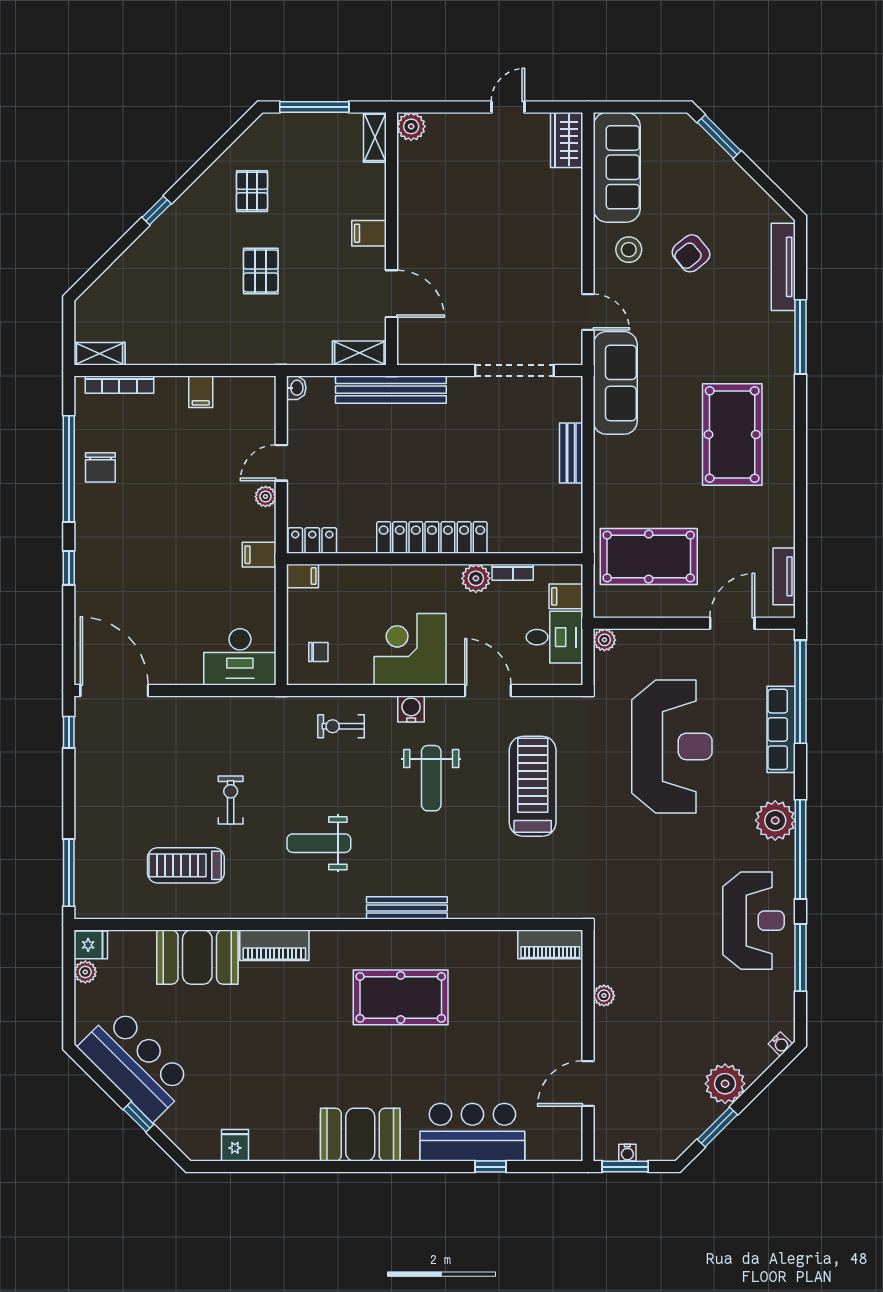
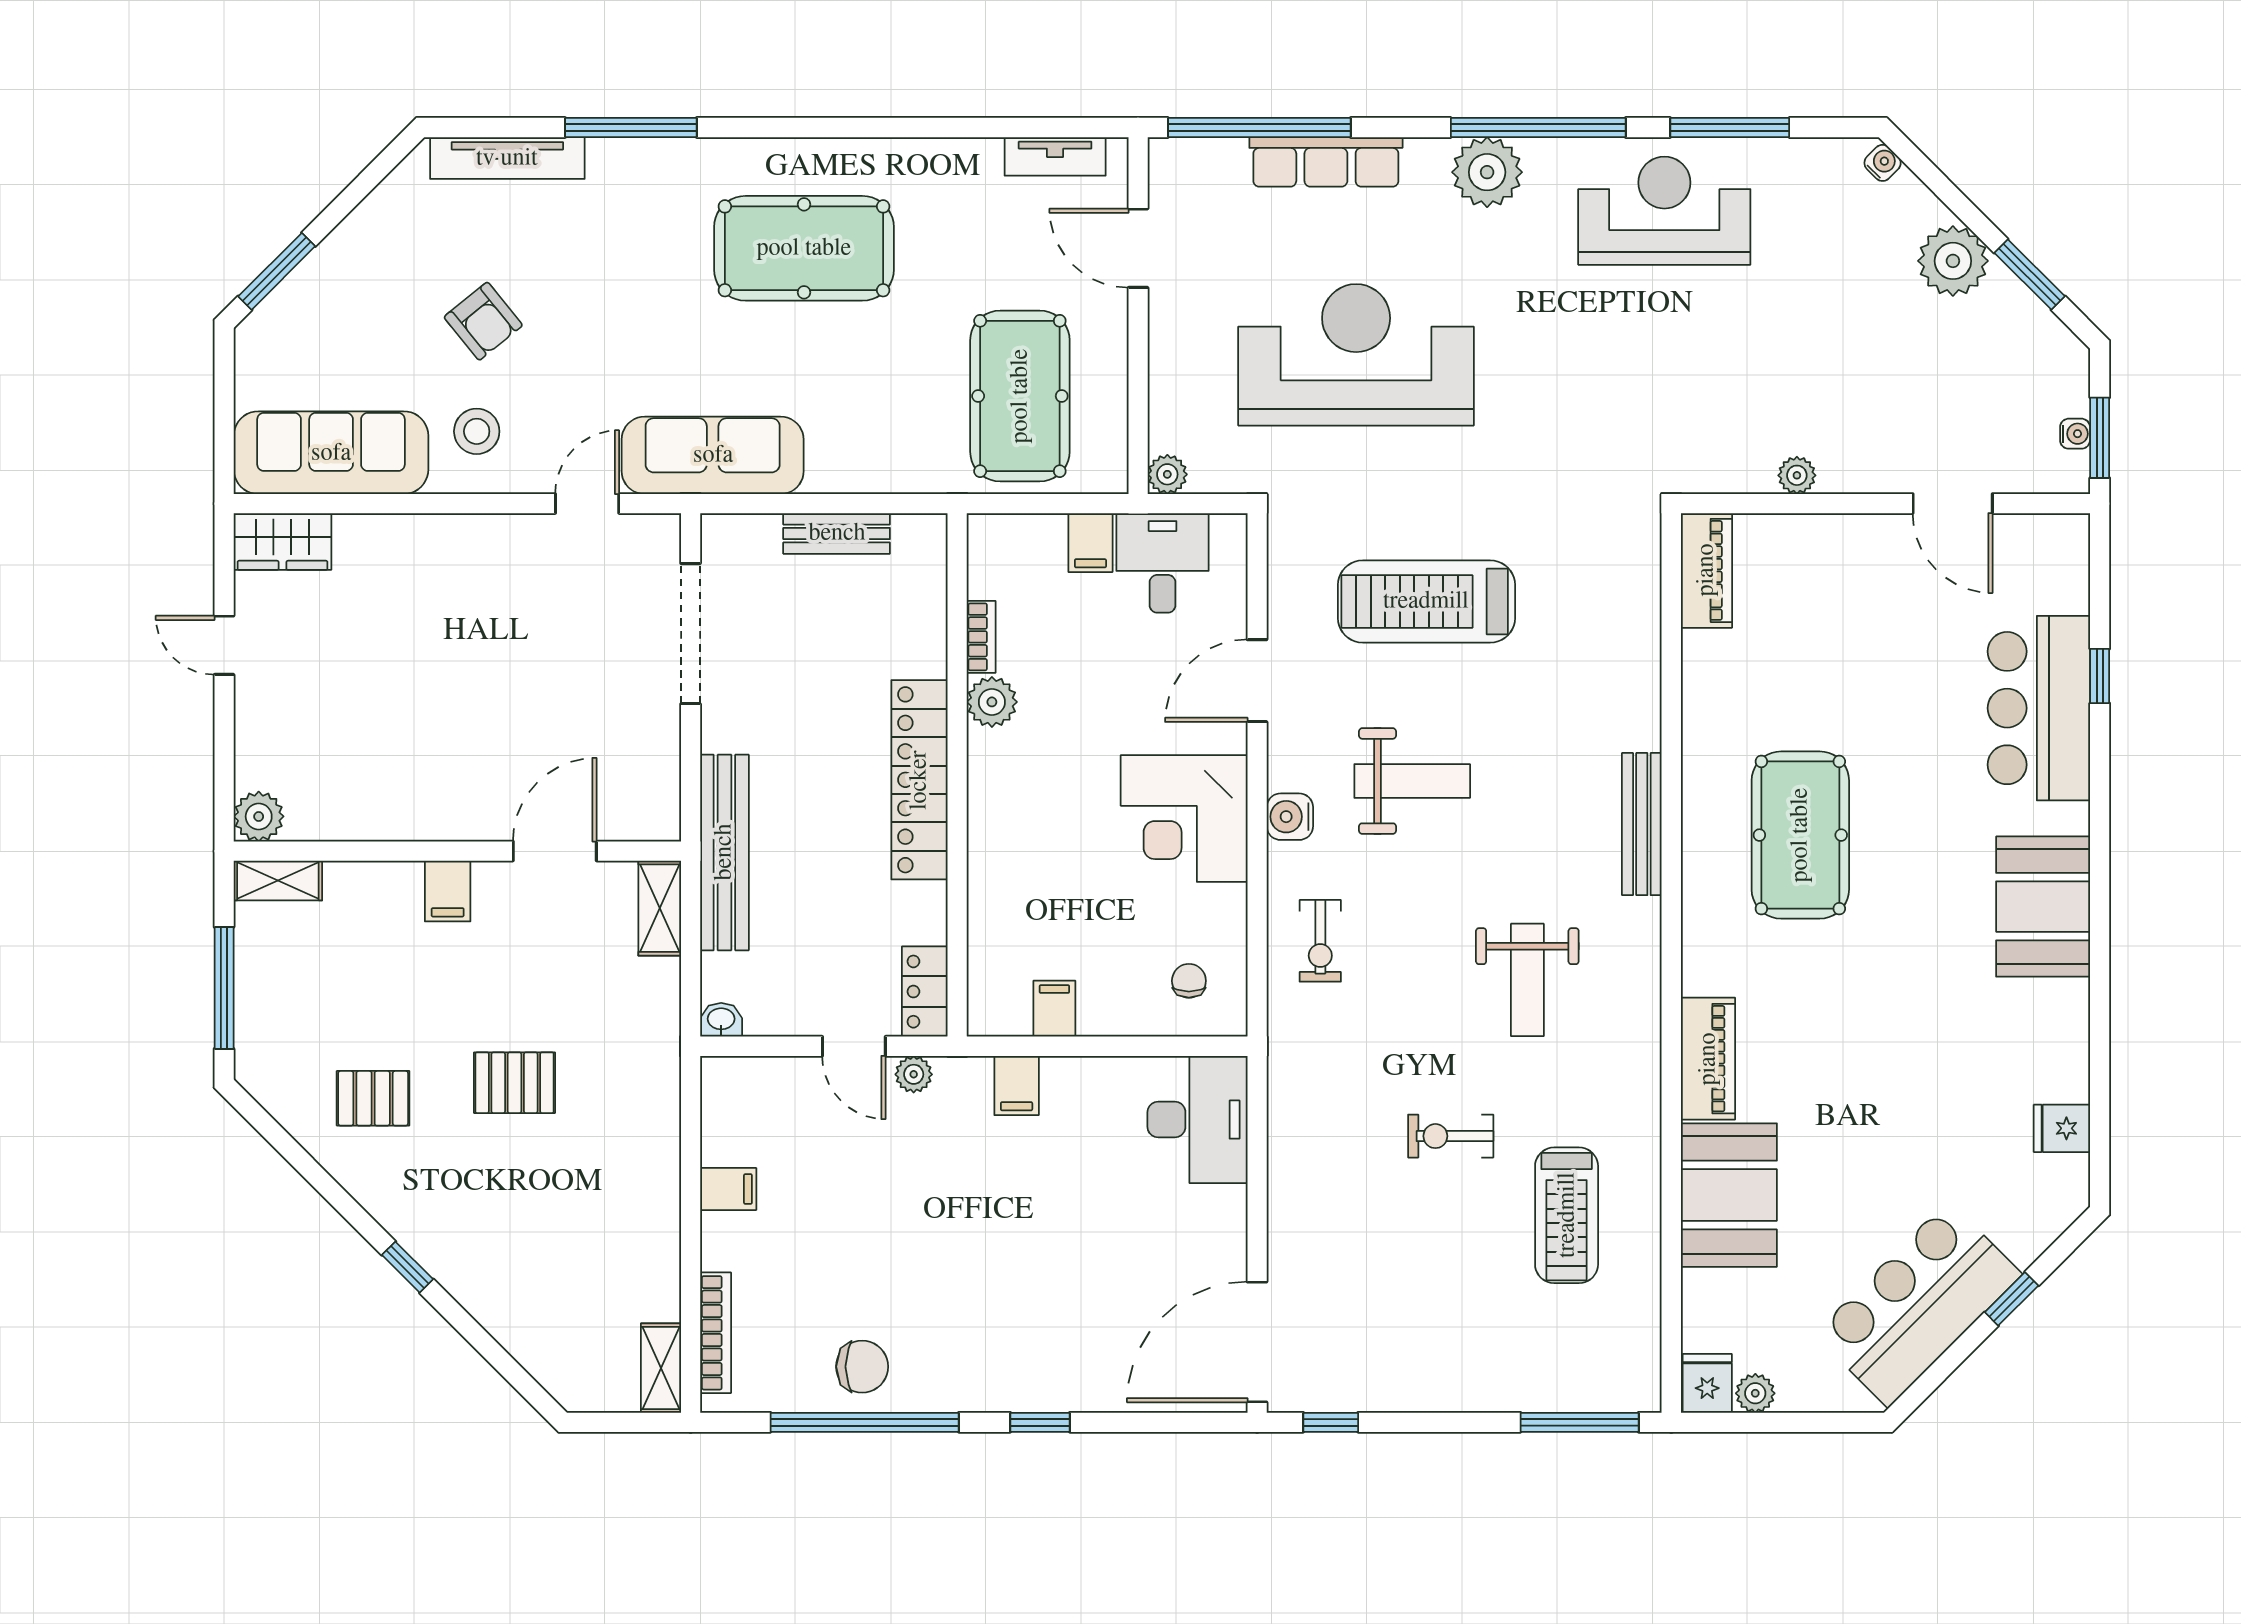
locker: (432, 537) -> (919, 780), moved
locker: (312, 540) -> (925, 992), moved
wall: (435, 559) -> (957, 775), moved
bookcase: (513, 572) -> (981, 637), moved
plant: (476, 578) -> (992, 702), moved

